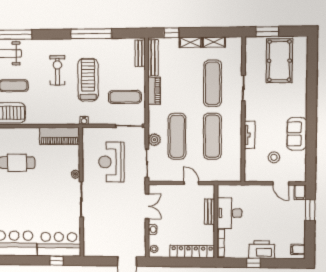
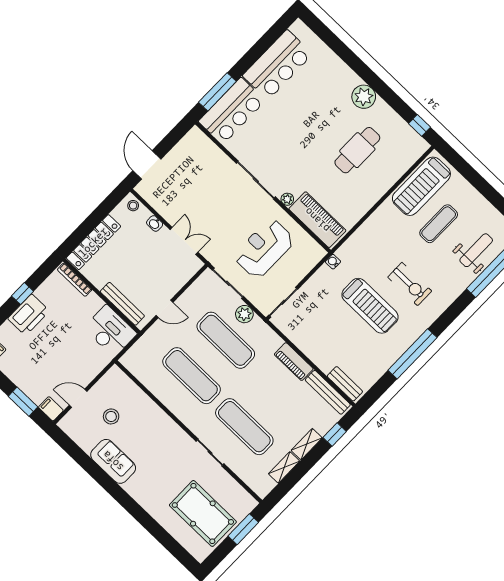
exercise mat: (125, 97) -> (316, 326), removed
tv unit: (250, 135) -> (157, 414), removed
piano: (59, 136) -> (317, 220), moved, turned 90
reception desk: (111, 162) -> (264, 248), turned -90
double door: (147, 206) -> (184, 241), swing flipped
bench: (209, 212) -> (122, 304), width x1.36
desk: (229, 213) -> (110, 331), moved
window: (57, 261) -> (217, 92), width x2.17

